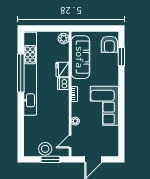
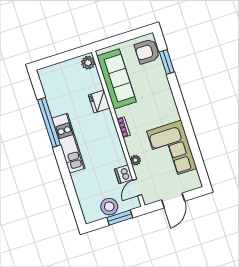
armchair: (109, 44) -> (147, 52), turned 90
kitchen unit: (30, 74) -> (68, 143), width x0.54
dishwasher: (63, 84) -> (124, 174), moved
corner sofa: (104, 106) -> (172, 150), moved

